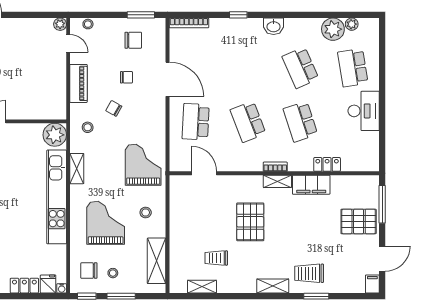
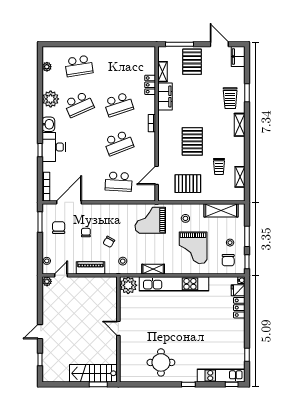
plant: (333, 29) -> (51, 99), moved
door: (167, 79) -> (69, 202), moved
desk: (364, 111) -> (54, 147), moved, turned -90
shelving: (277, 181) -> (163, 72), moved
pallet: (193, 216) -> (188, 184), added
pallet: (250, 222) -> (192, 141), turned 90
grand piano: (106, 223) -> (193, 248), turned -90
filing cabinet: (372, 284) -> (238, 57), width x2.00

